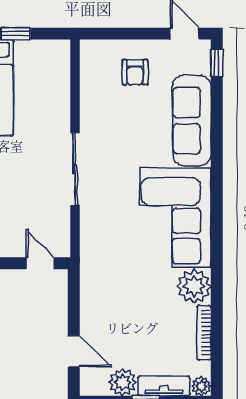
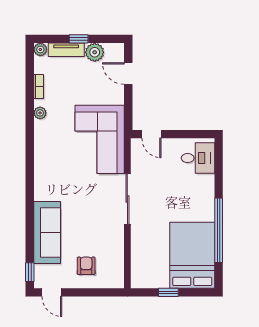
corner sofa: (175, 218) -> (100, 139), moved, turned 180
plant: (194, 286) -> (40, 113), width x0.53, depth x0.53
bookcase: (204, 333) -> (39, 86), width x0.64

